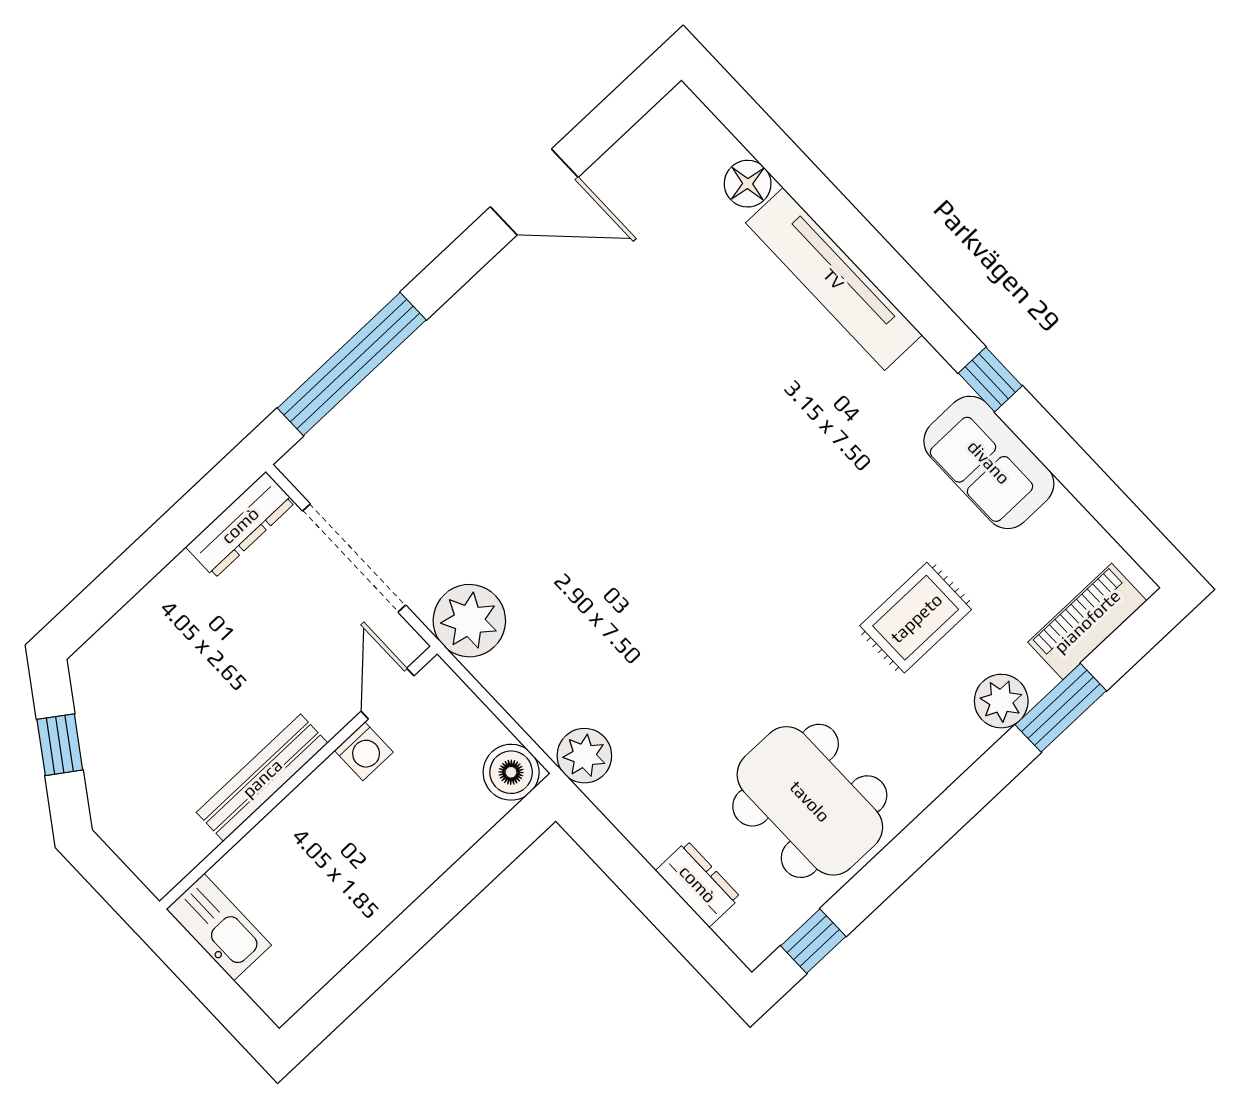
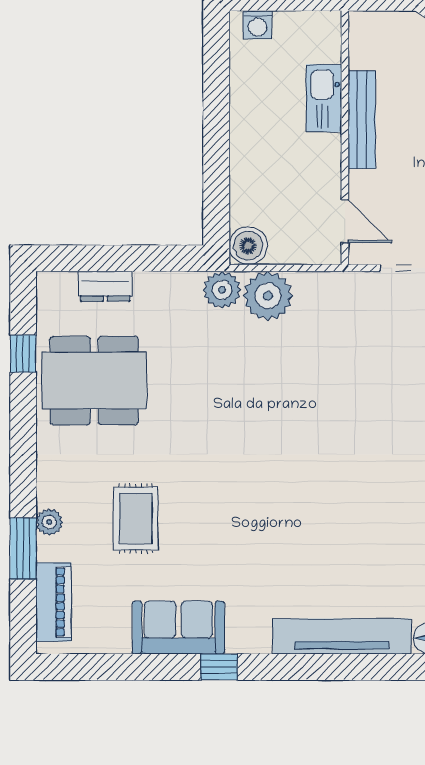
plant: (469, 621) -> (268, 296), moved
plant: (1001, 701) -> (49, 522), width x0.73, depth x0.73
washing machine: (364, 751) -> (257, 25), moved, turned -90
kitchen sink: (219, 927) -> (324, 98), moved, turned 90
window: (813, 941) -> (23, 354), moved

